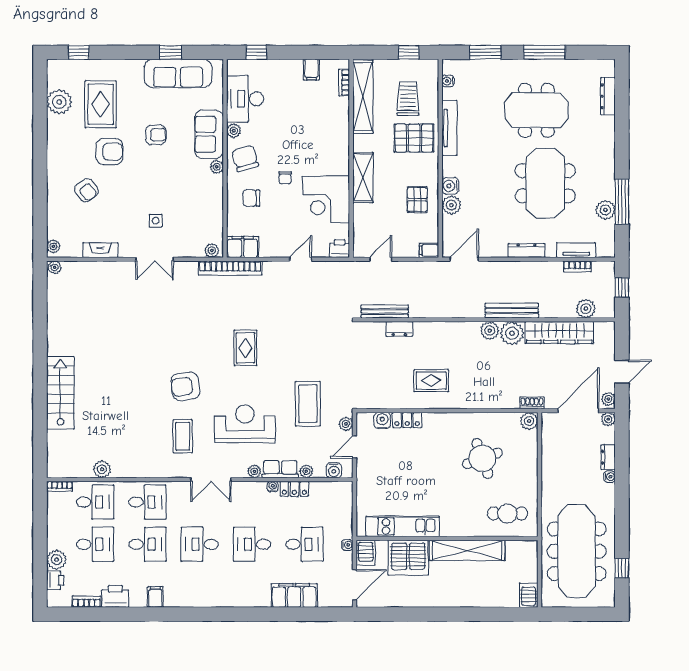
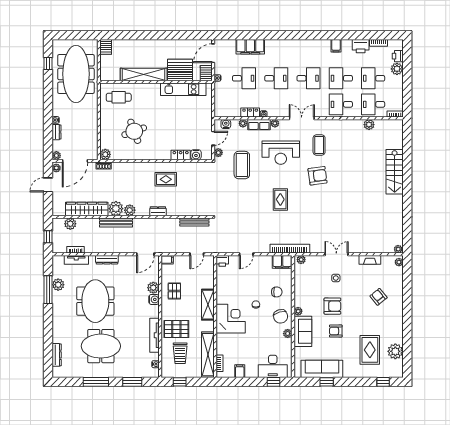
desk: (245, 99) -> (273, 366), moved, turned 90
armchair: (109, 152) -> (332, 306), moved, turned 180
corner desk: (326, 199) -> (231, 319), moved
dresser: (399, 329) -> (158, 211), moved
desk: (304, 544) -> (244, 78), turned 180

